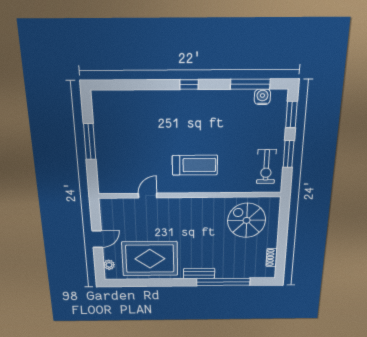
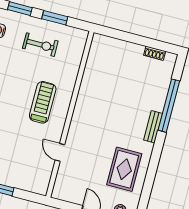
exercise bike: (266, 167) -> (40, 45), moved
spiral stairs: (247, 220) -> (109, 69), removed
rug: (150, 259) -> (124, 169), width x0.73, depth x0.69

